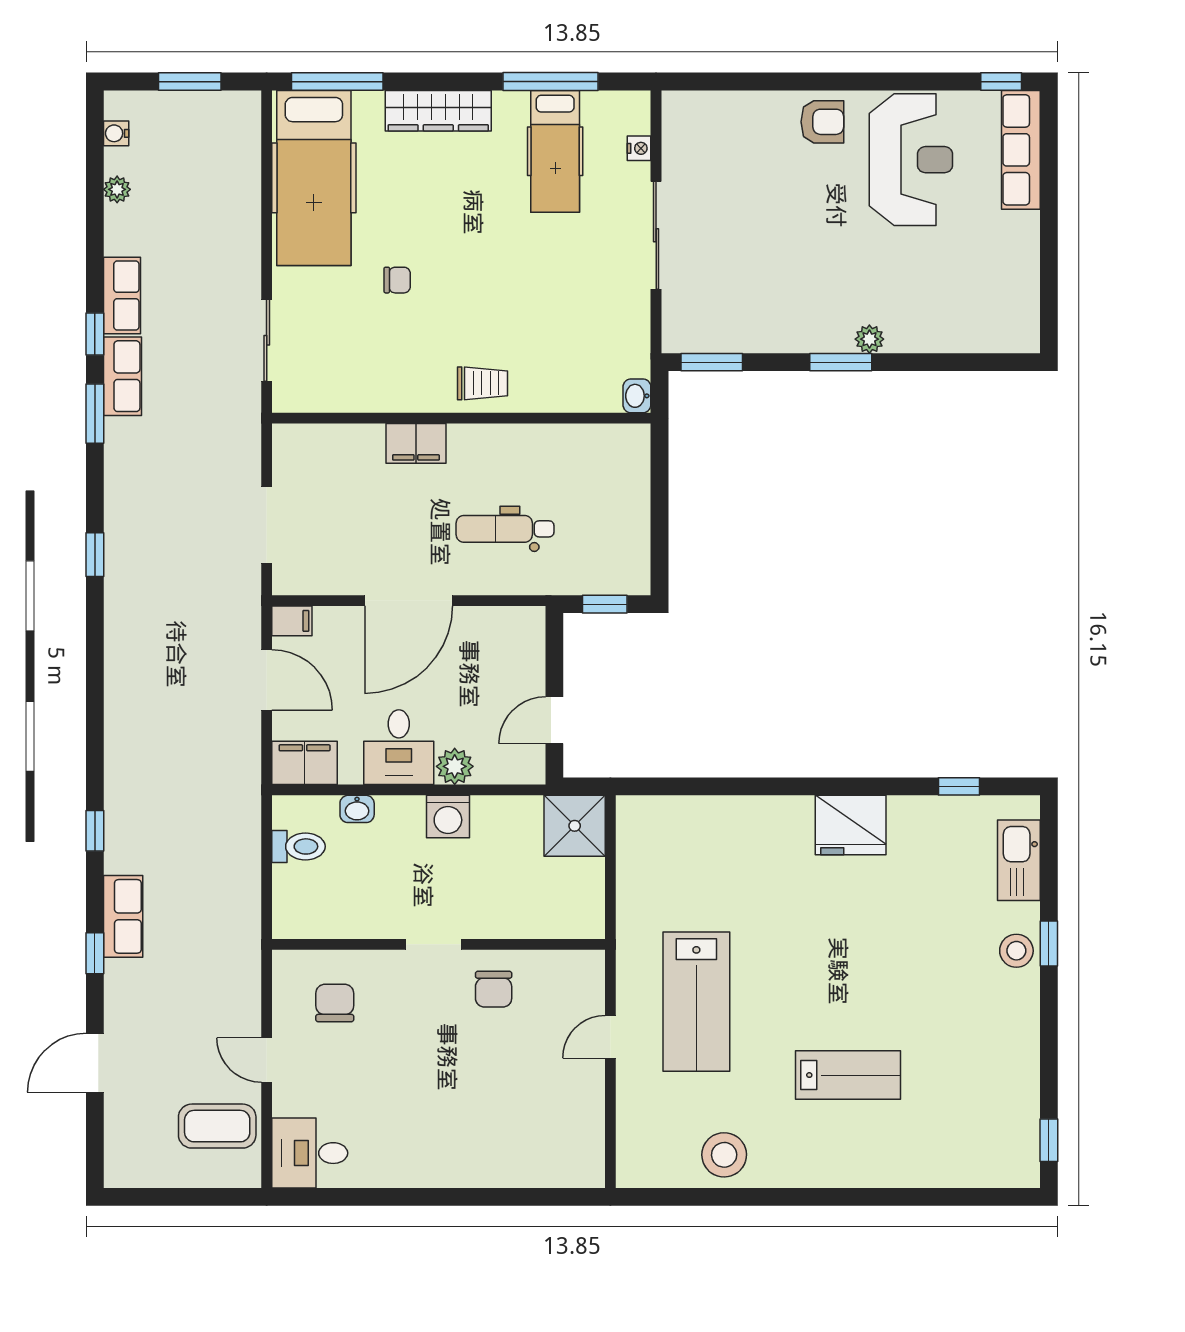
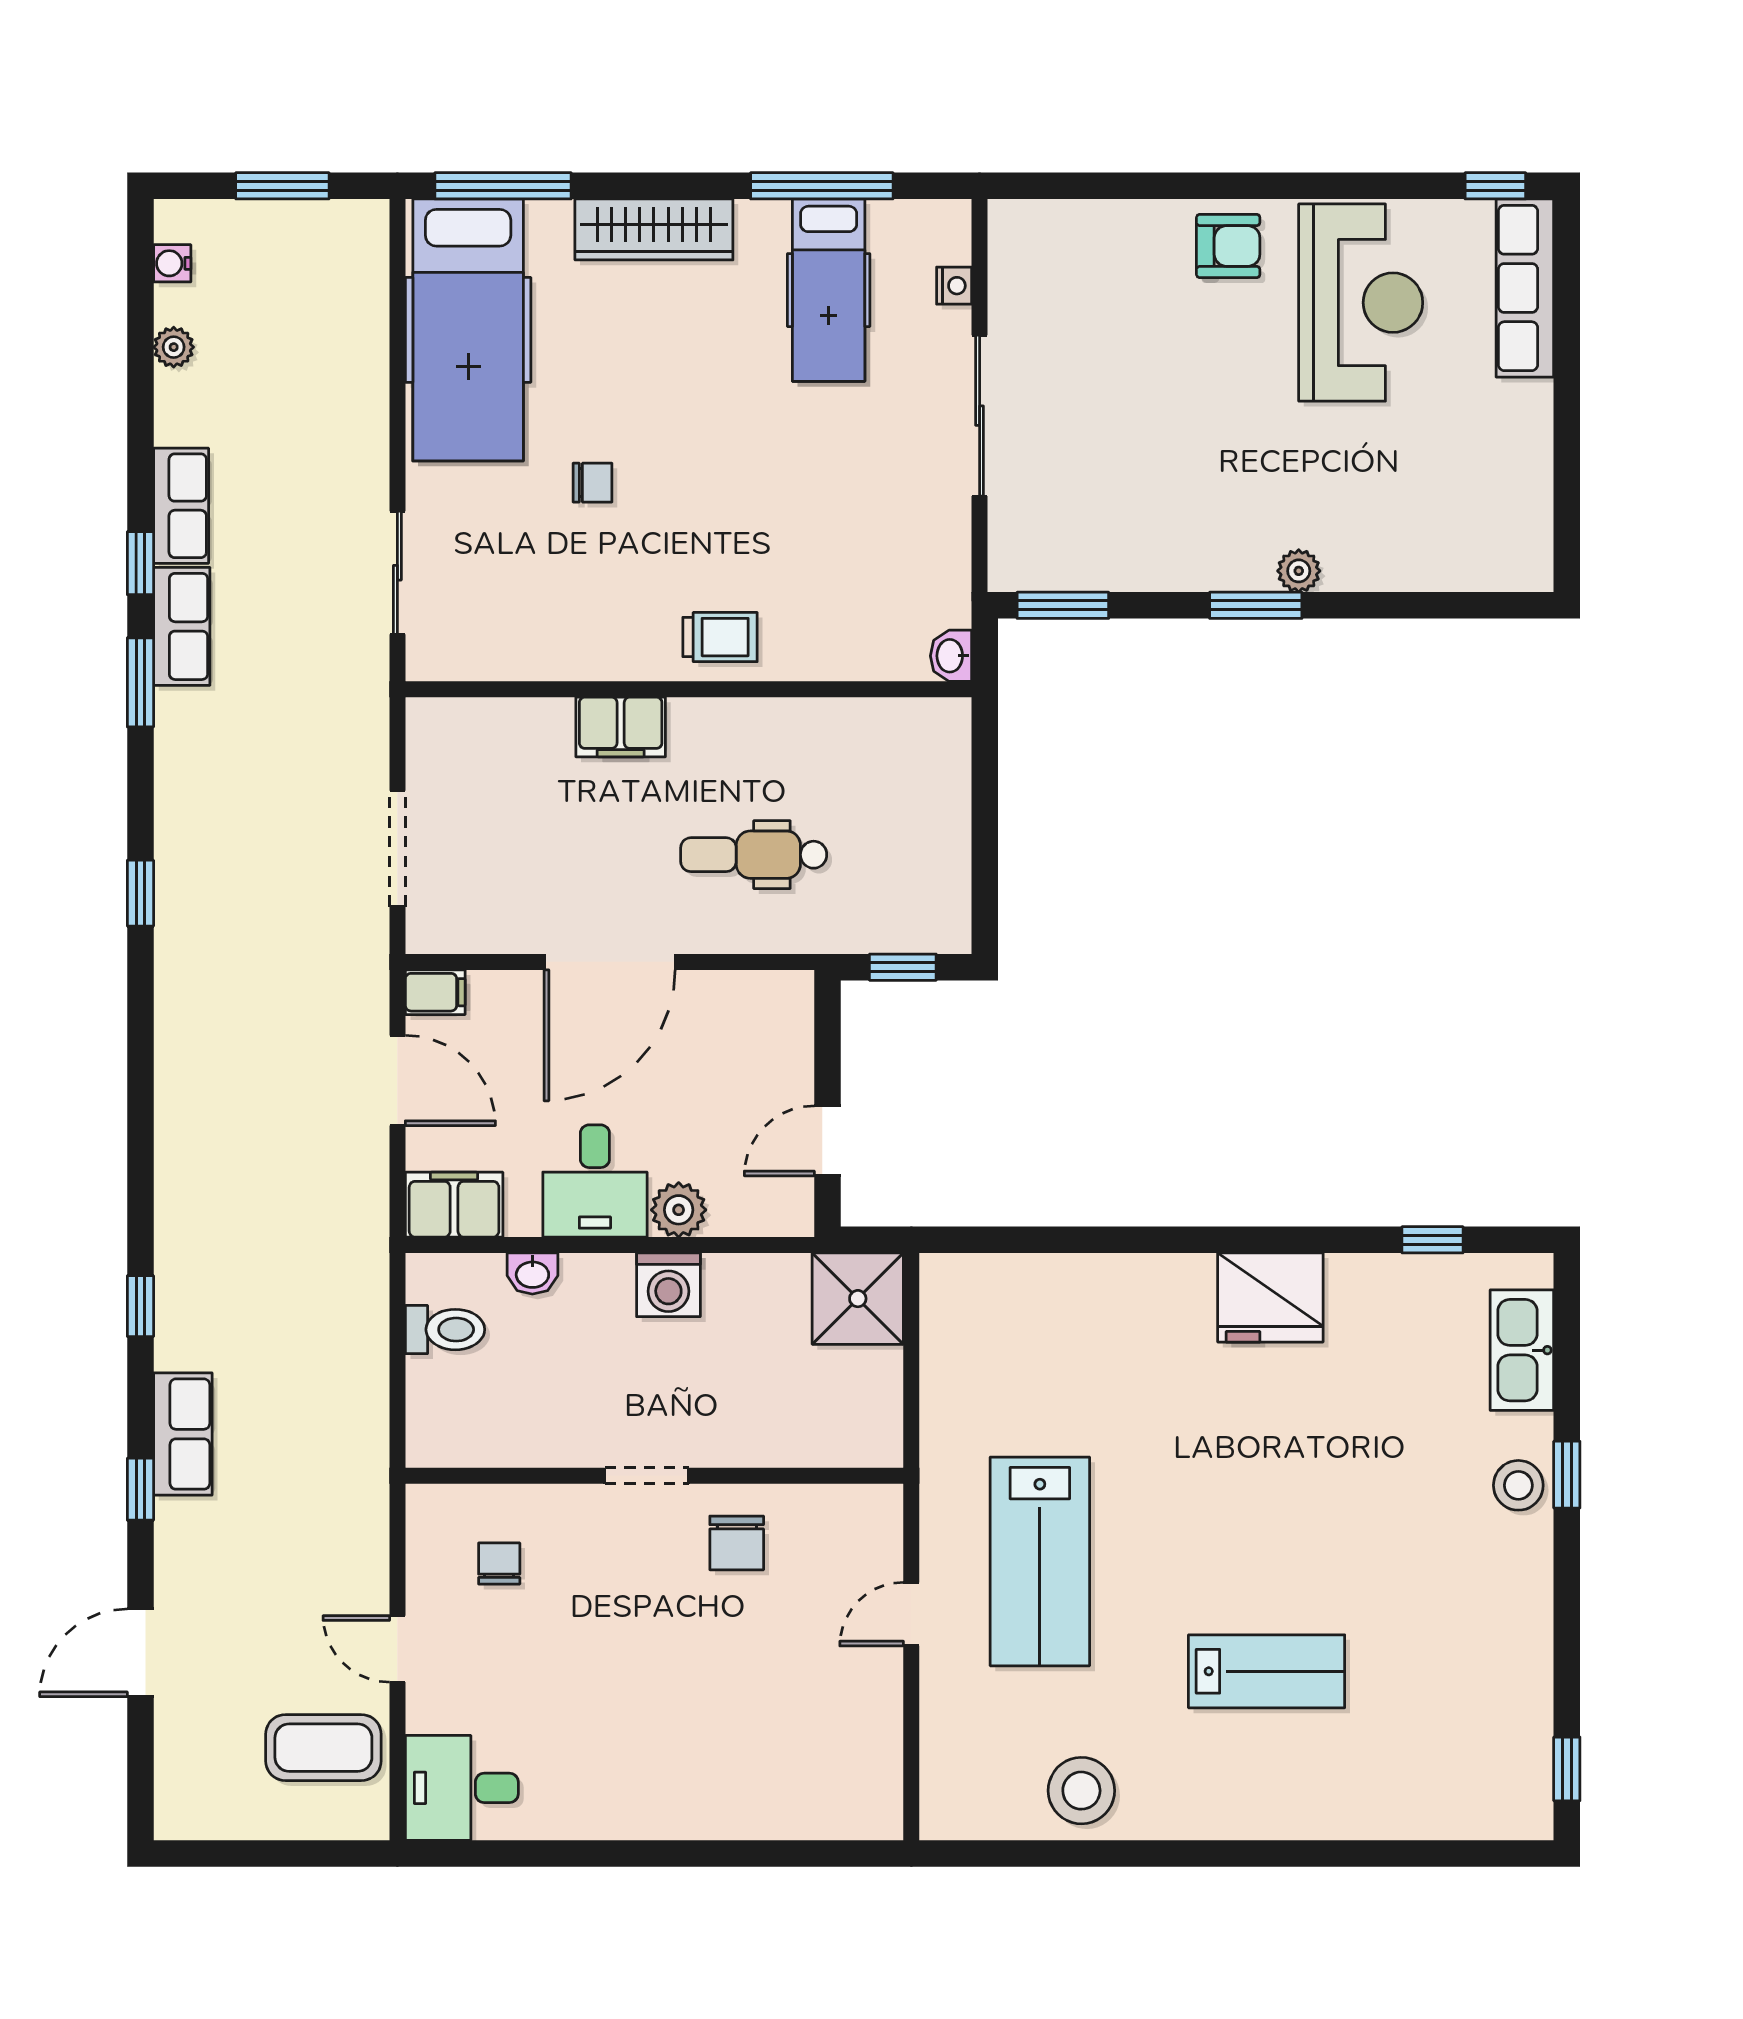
chair: (335, 1003) -> (499, 1563), width x0.73, depth x0.73

